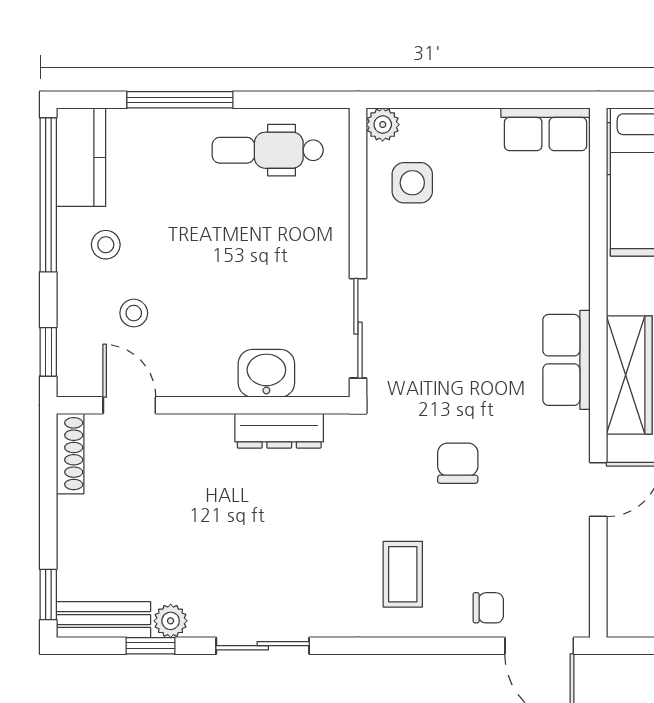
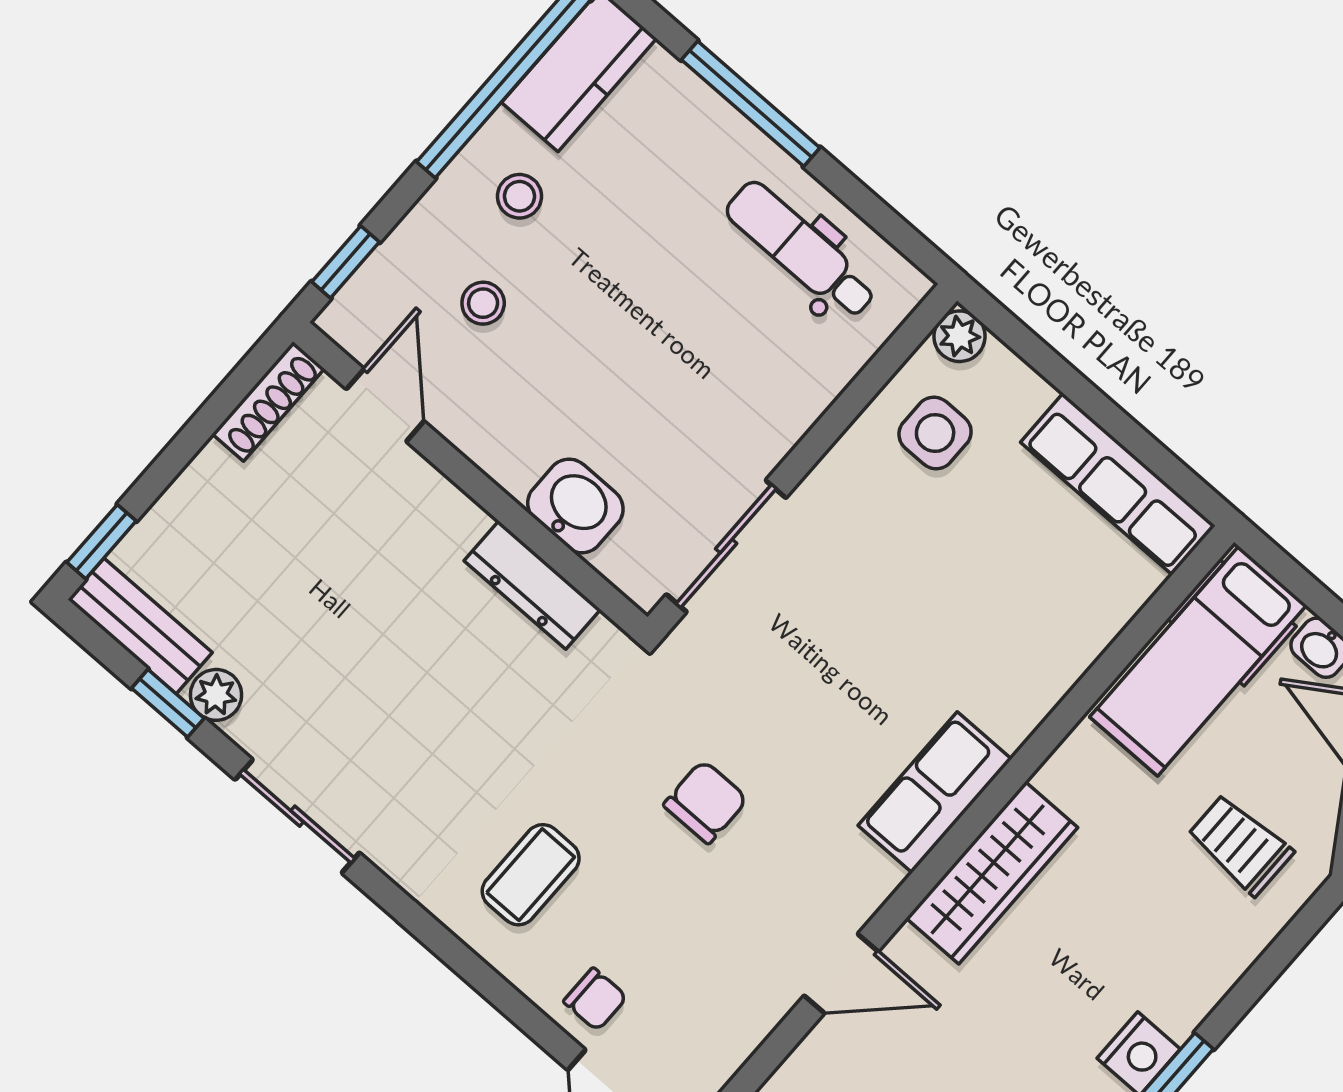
row of seats: (546, 129) -> (1118, 484), width x1.48

